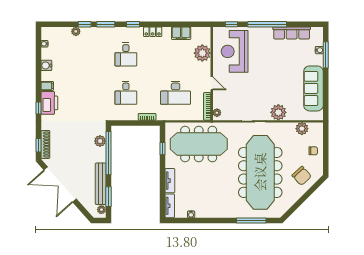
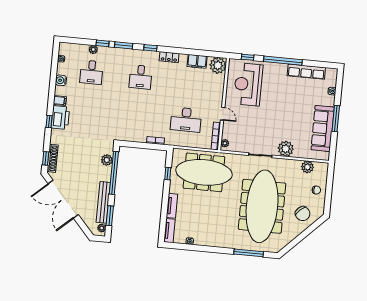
plant: (202, 53) -> (218, 65), moved
window: (326, 55) -> (336, 119), moved
desk: (126, 93) -> (91, 72), moved

